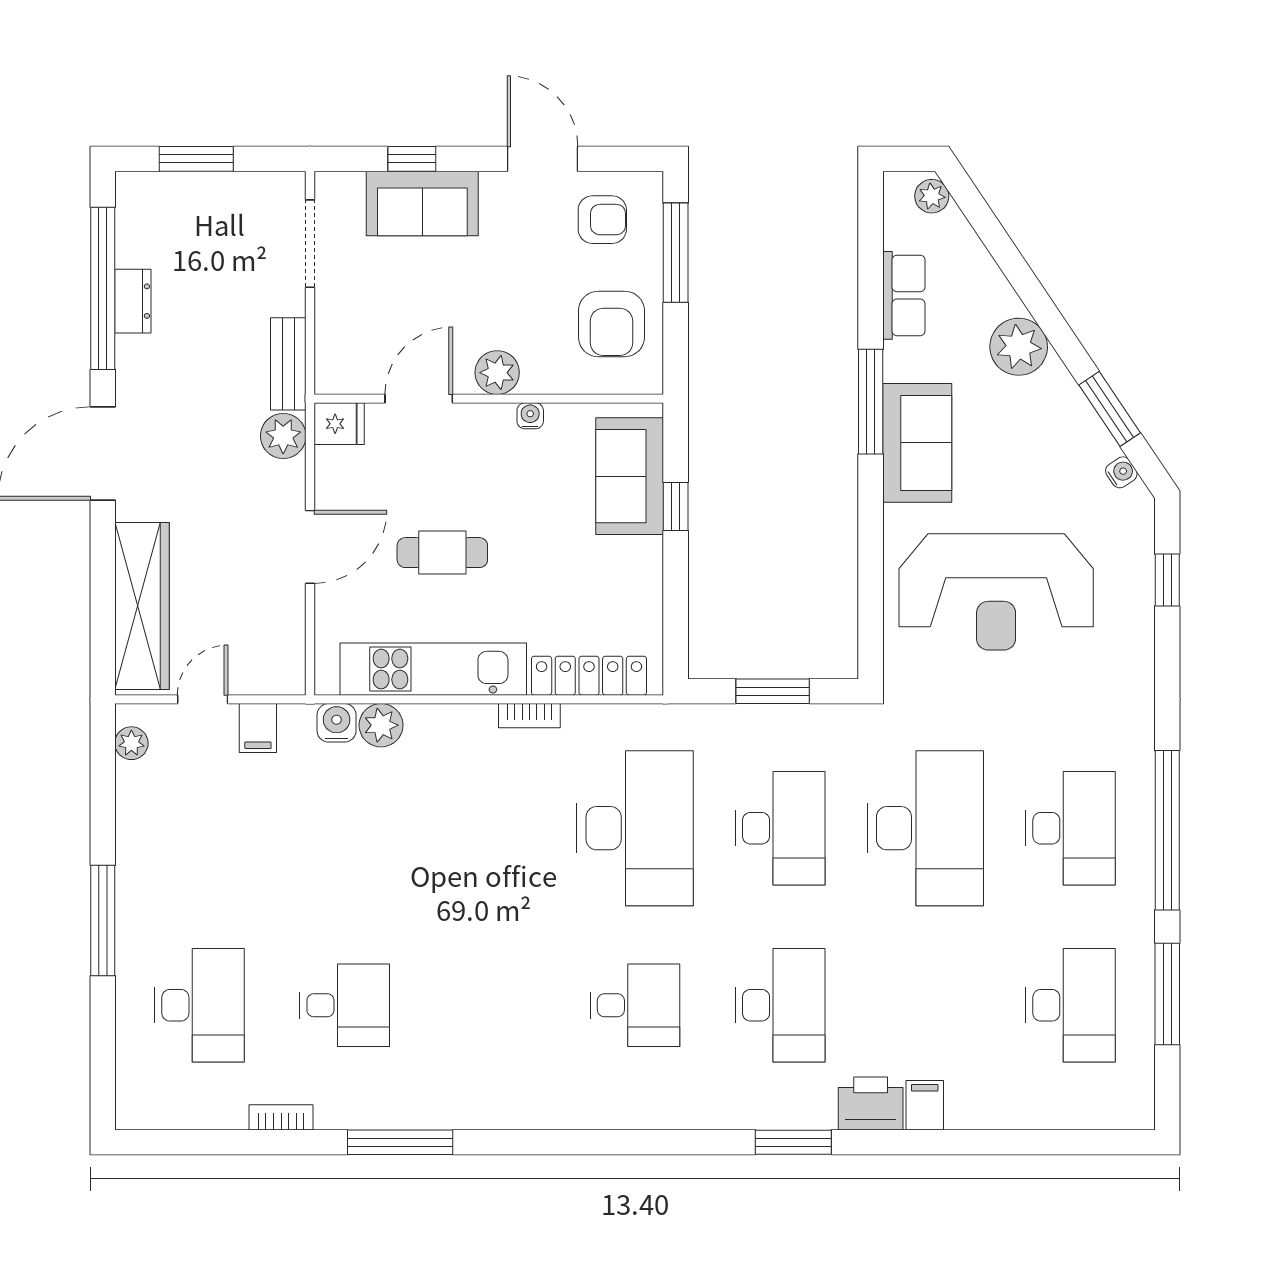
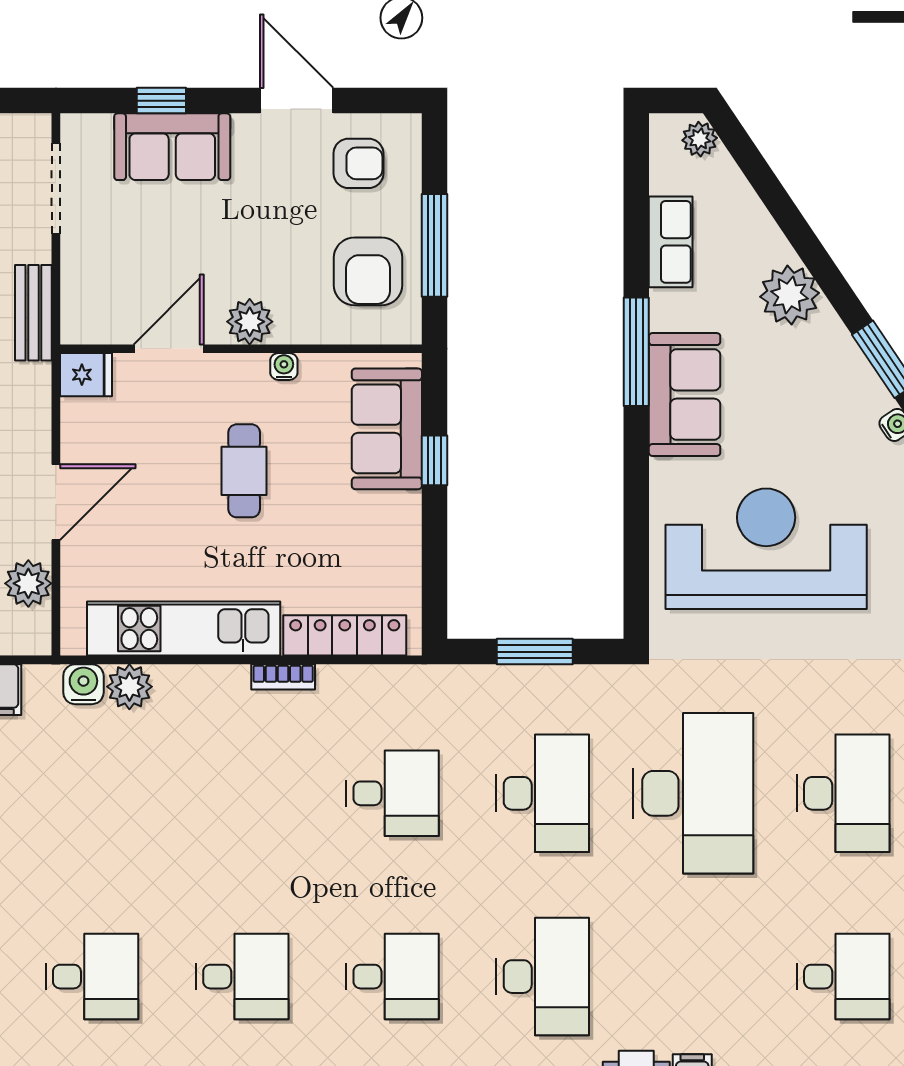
window: (676, 253) -> (434, 245), moved
plant: (283, 436) -> (28, 583), moved
cafe table: (442, 553) -> (244, 471), moved, turned 90
reception desk: (996, 592) -> (766, 549), turned 180
desk: (635, 828) -> (392, 793), width x0.53, depth x0.77
desk: (490, 1005) -> (242, 977), added
desk: (1070, 1005) -> (843, 977), width x0.73

